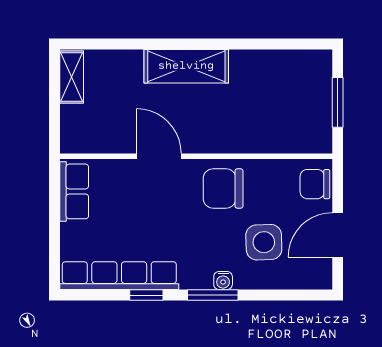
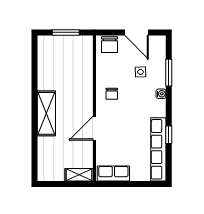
shelving: (72, 77) -> (79, 175), moved
chair: (223, 188) -> (112, 94), width x0.54, depth x0.54
side table: (264, 242) -> (141, 72), width x0.54, depth x0.54
window: (213, 295) -> (169, 73), moved

